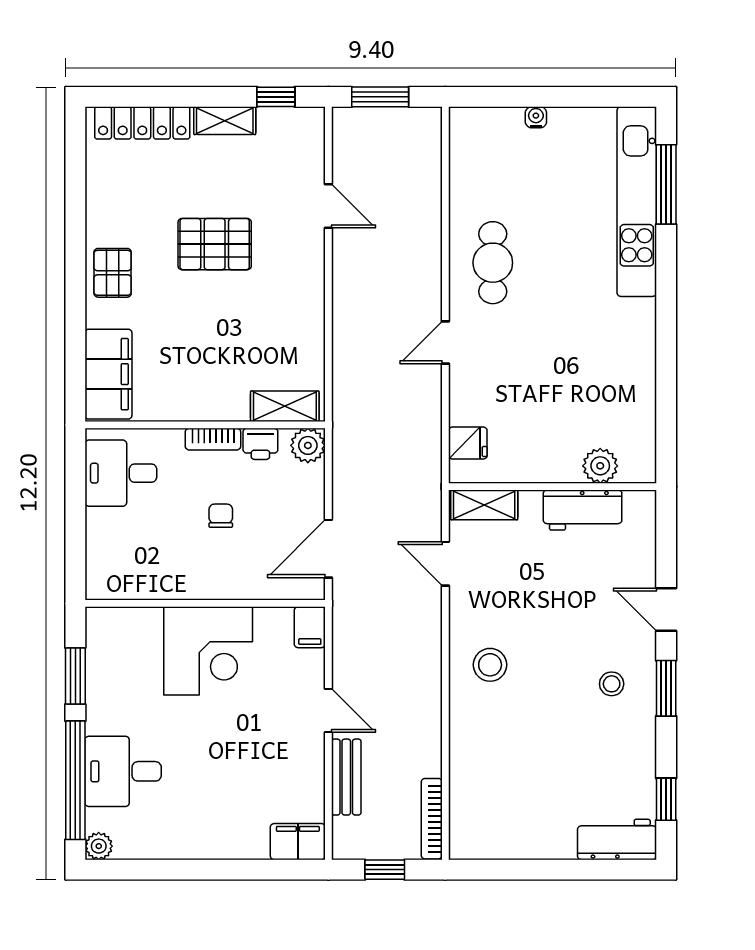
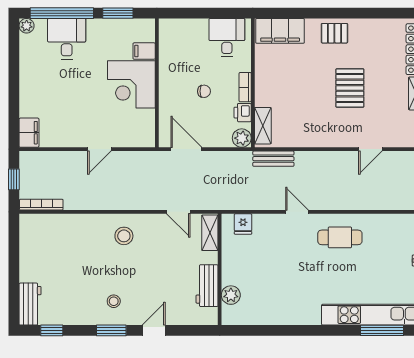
door: (445, 564) -> (178, 212), swing flipped
filing cabinet: (310, 627) -> (144, 51), moved
bench: (346, 777) -> (273, 159), moved

